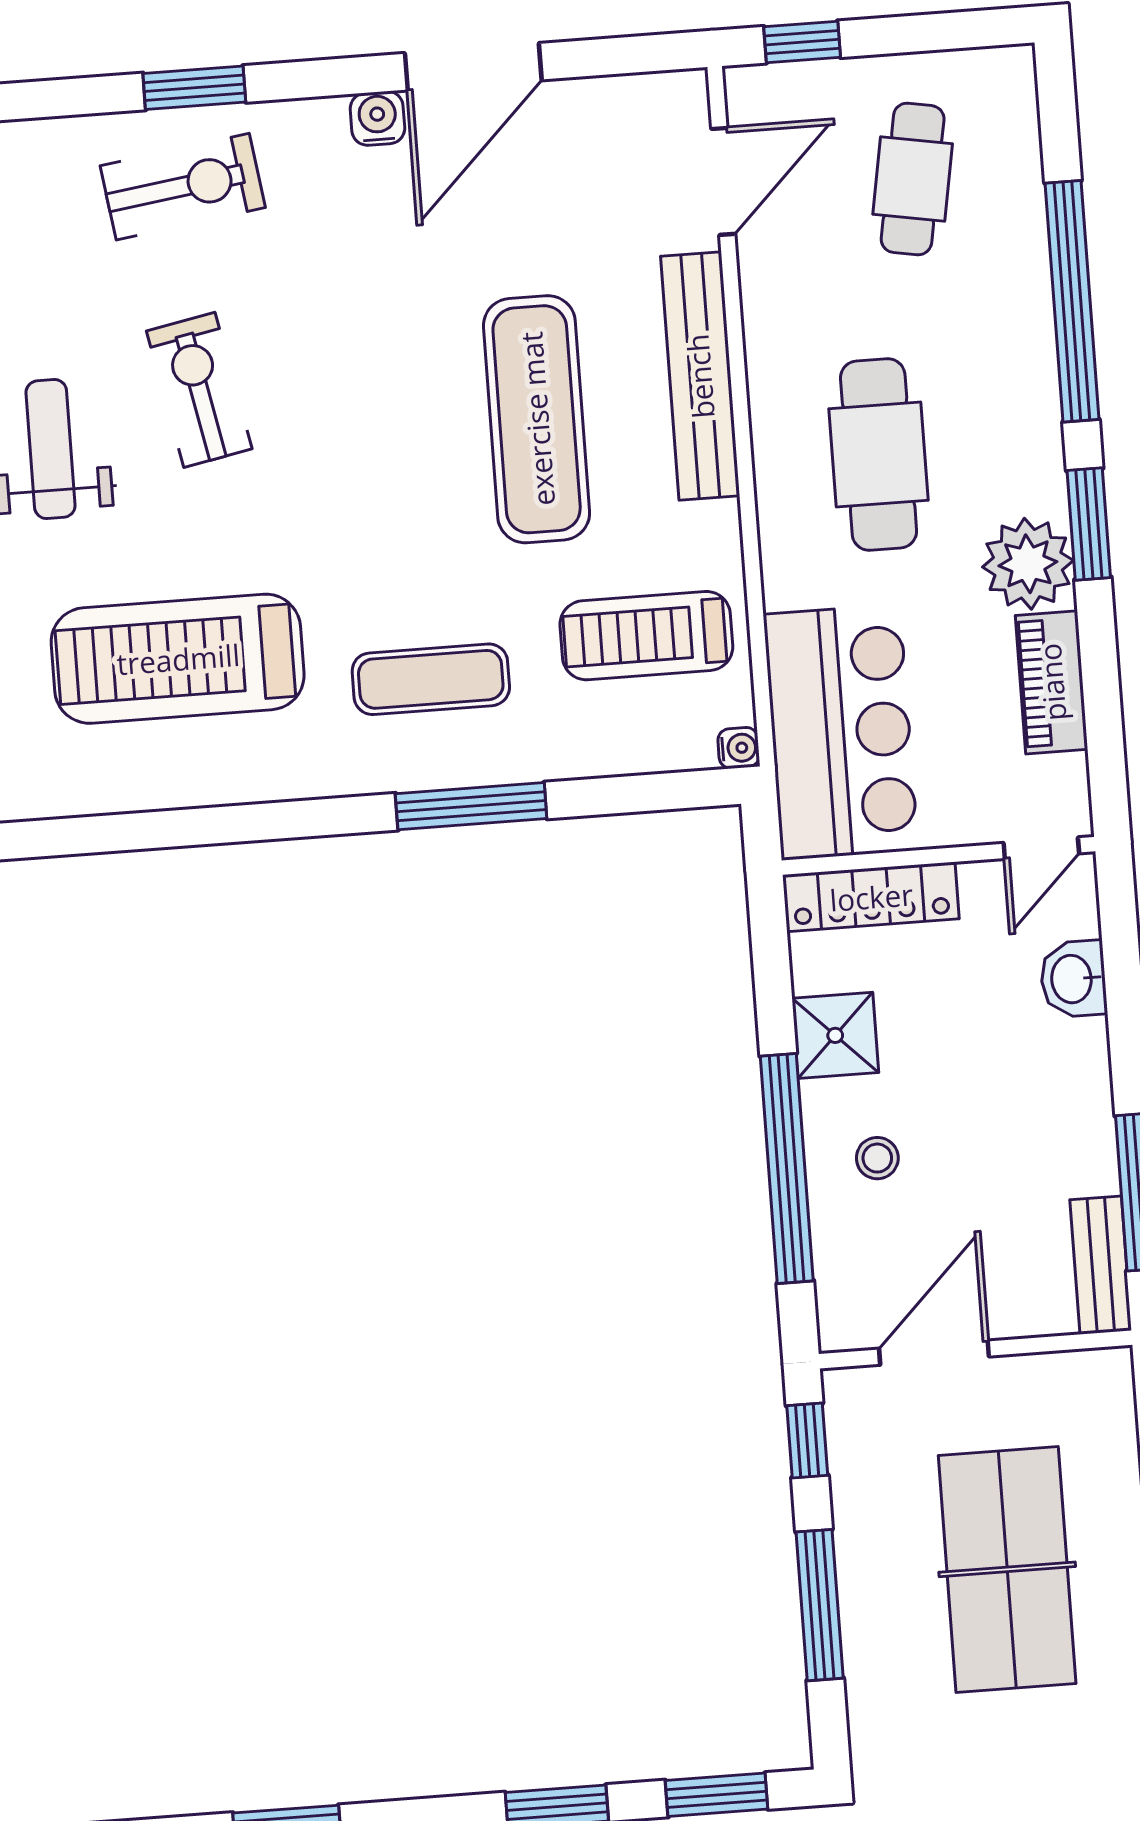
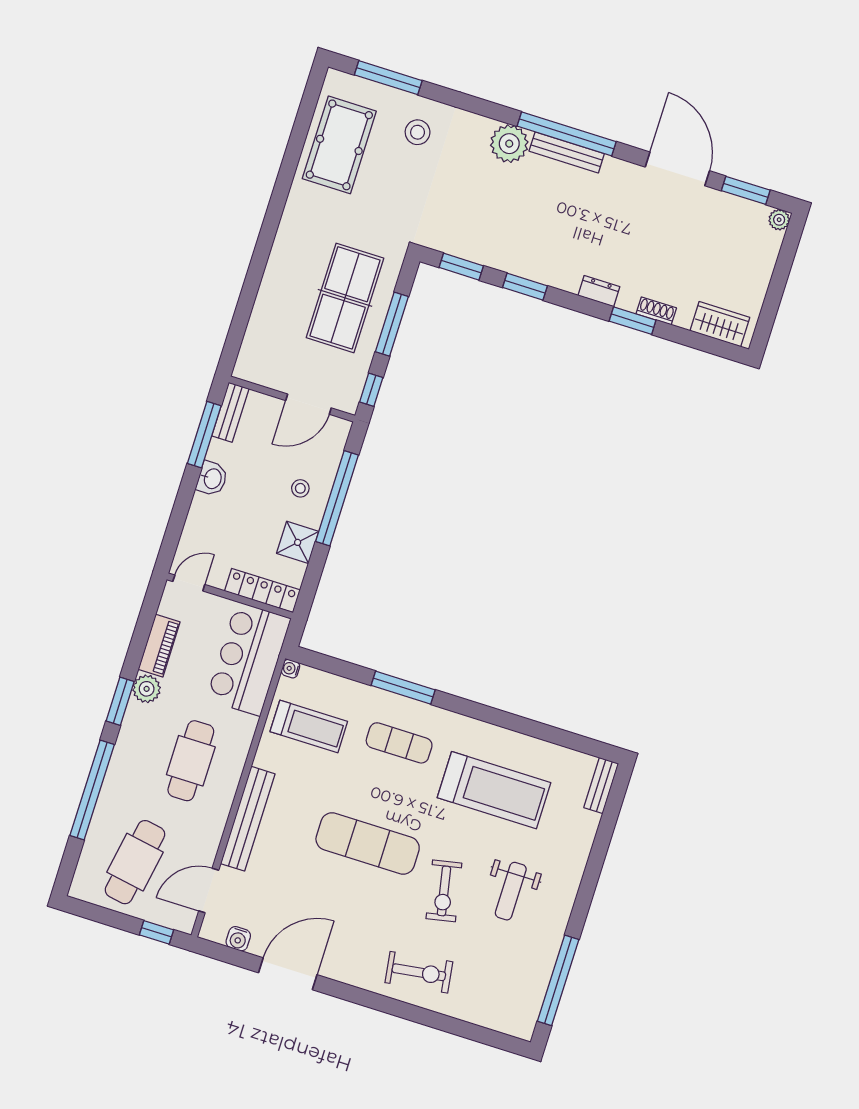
window: (194, 88) -> (399, 1009), removed
water cooler: (377, 118) -> (238, 939), moved
cafe table: (913, 179) -> (135, 862), width x1.37, depth x1.35
exercise bike: (183, 187) -> (419, 972), turned 180
exercise mat: (537, 419) -> (368, 843), moved, turned 90
plant: (1028, 564) -> (147, 689), width x0.73, depth x0.73
washbasin: (1073, 979) -> (212, 479), moved
table tennis table: (1007, 1569) -> (345, 298), moved

